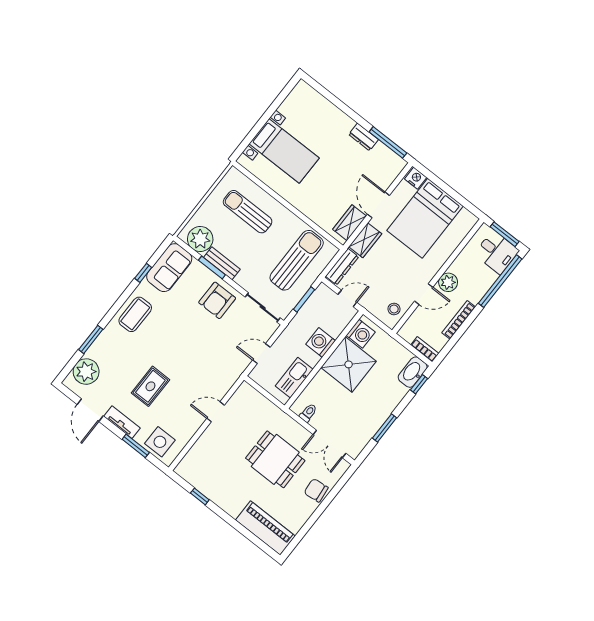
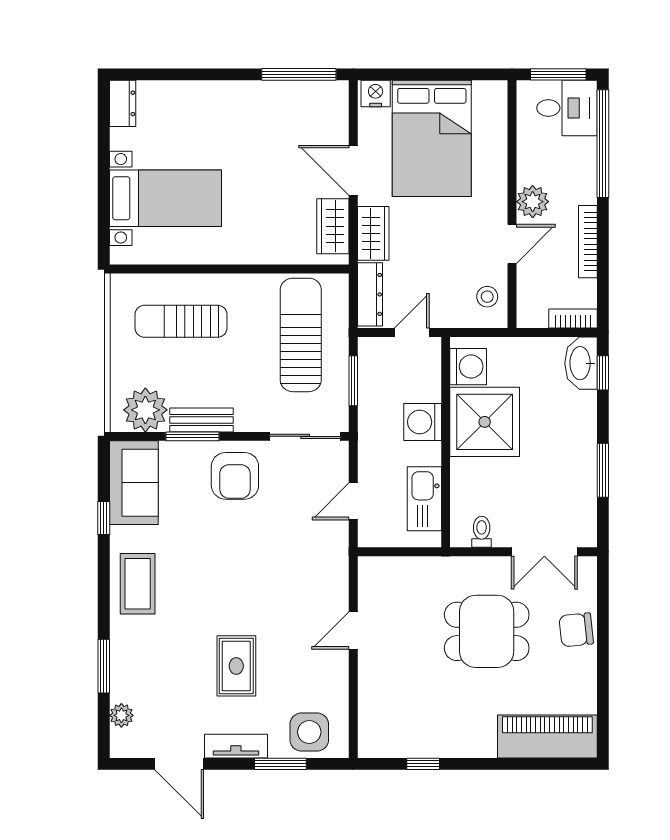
dresser: (364, 137) -> (123, 103), moved, turned -90
plant: (86, 372) -> (121, 715), width x0.53, depth x0.53

